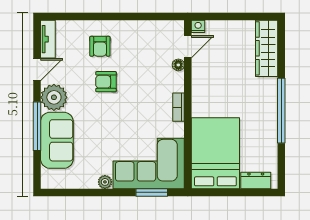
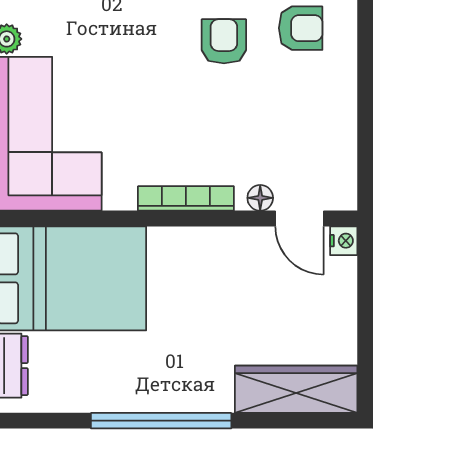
armchair: (100, 46) -> (301, 28), turned 180
bookcase: (179, 107) -> (186, 198), width x1.56

